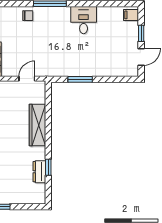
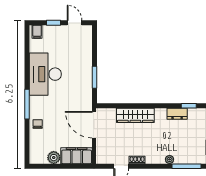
desk: (84, 20) -> (45, 74), width x1.87, depth x1.30
door: (27, 79) -> (94, 125), width x1.87
window: (48, 167) -> (189, 106), moved

